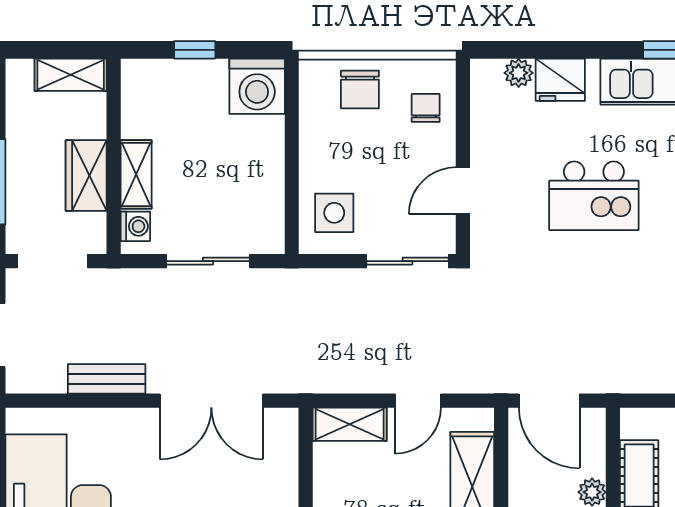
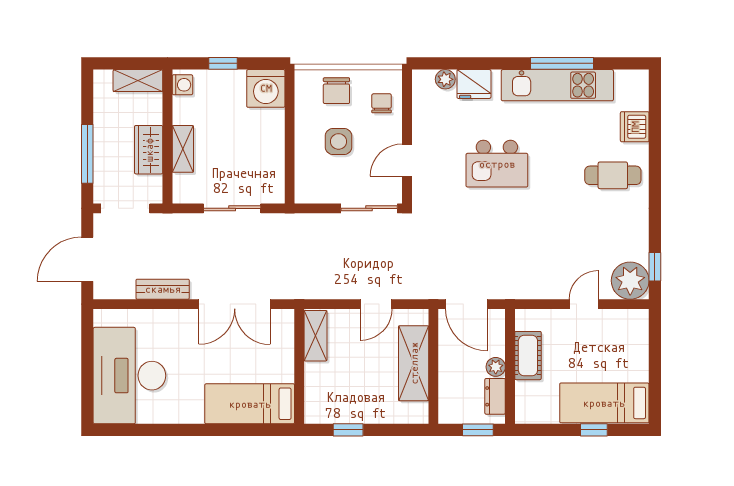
side table: (334, 213) -> (338, 141), moved
washing machine: (135, 226) -> (182, 85), moved
shelving: (350, 424) -> (315, 336), moved, turned 90

